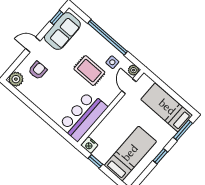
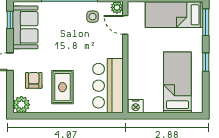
rug: (89, 71) -> (62, 87), moved, turned 90
window: (95, 161) -> (153, 116), removed

